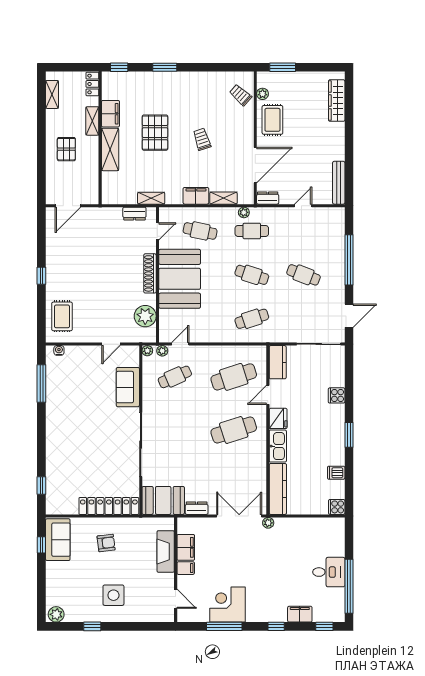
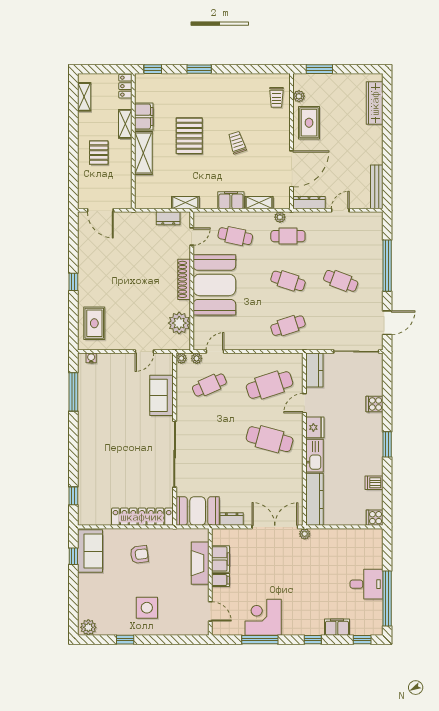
trolley: (241, 95) -> (276, 97), turned -132
dresser: (268, 198) -> (309, 203), width x1.44
door: (68, 206) -> (100, 210), hinge flipped
cafe table: (234, 430) -> (270, 439), turned 33

